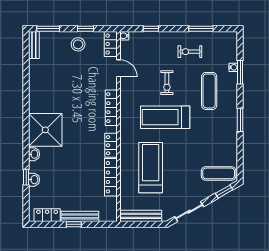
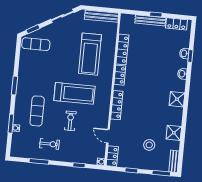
stool: (78, 44) -> (149, 145), moved
shower: (38, 80) -> (174, 133), added
shower: (45, 130) -> (177, 99), width x0.54, depth x0.54

